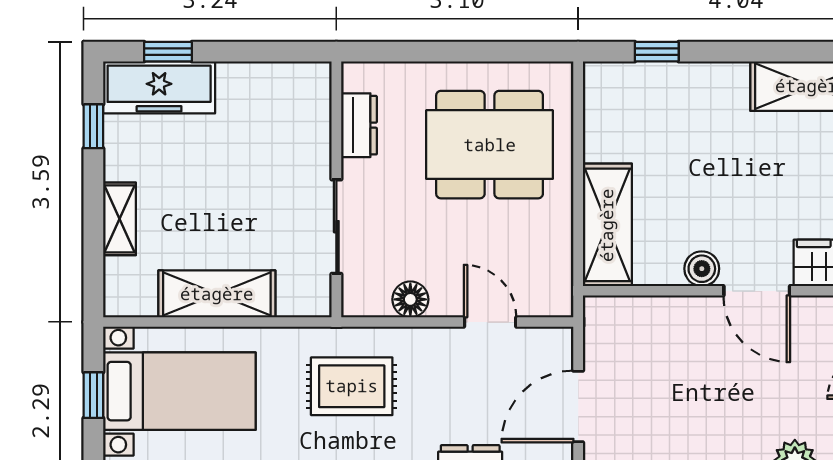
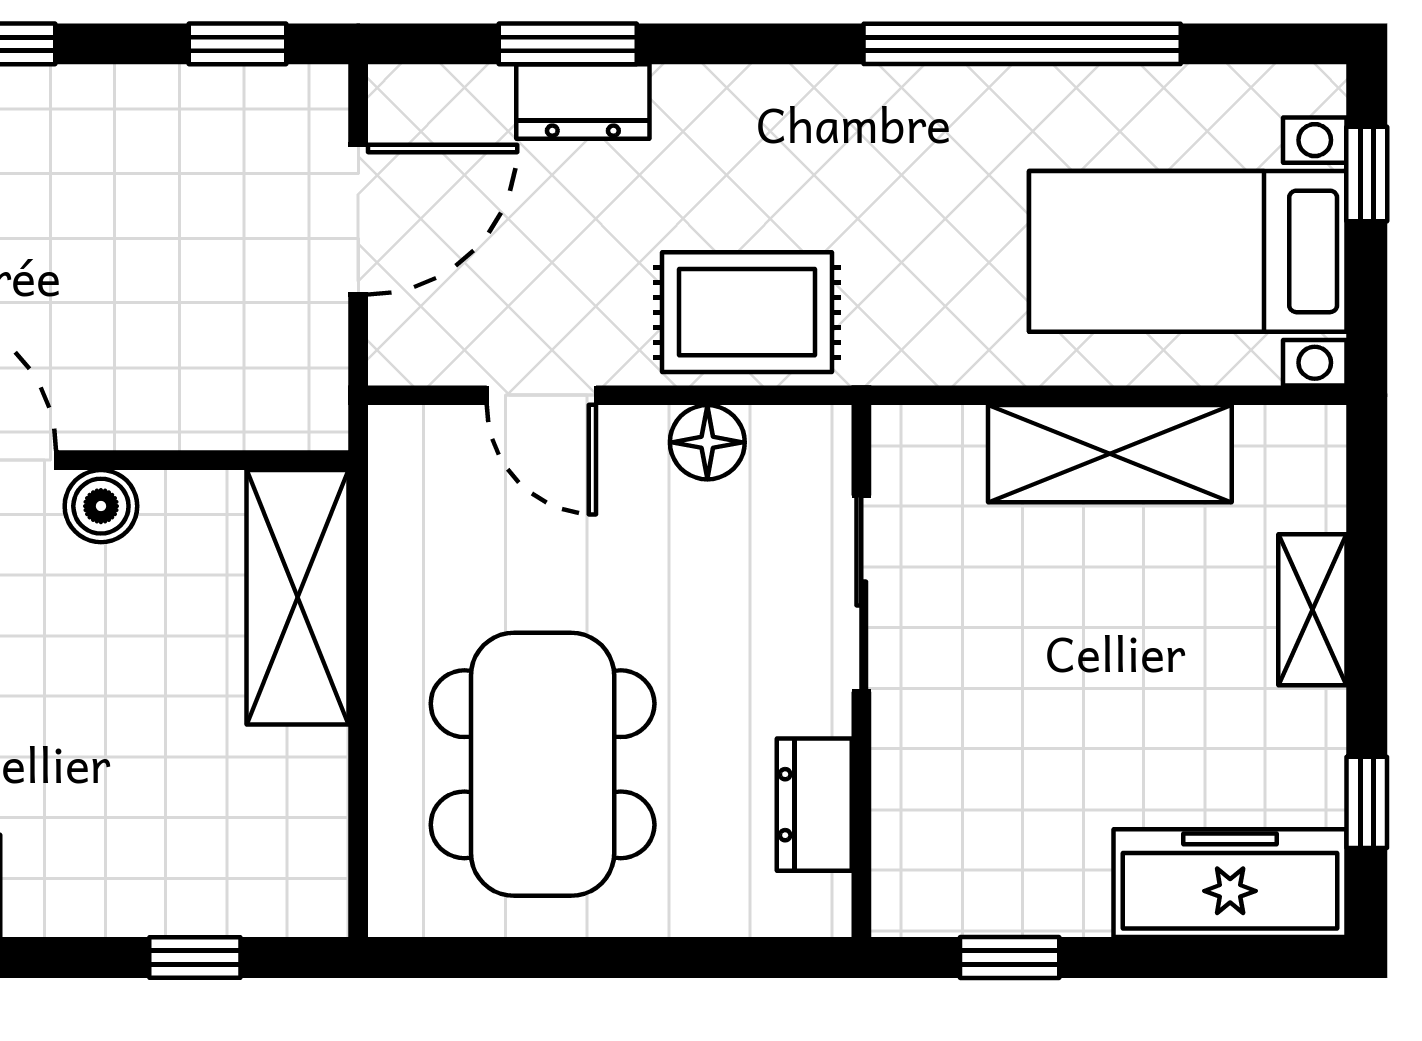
window: (168, 52) -> (1010, 958), moved
dining table: (490, 145) -> (543, 764), turned 90
rug: (352, 386) -> (747, 312), moved
window: (93, 395) -> (1367, 174), moved

